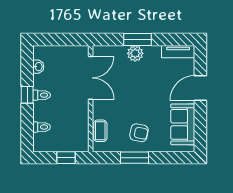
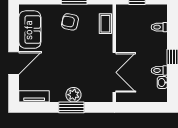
double door: (91, 78) -> (114, 72), swing flipped
toilet: (42, 95) -> (159, 70), moved

